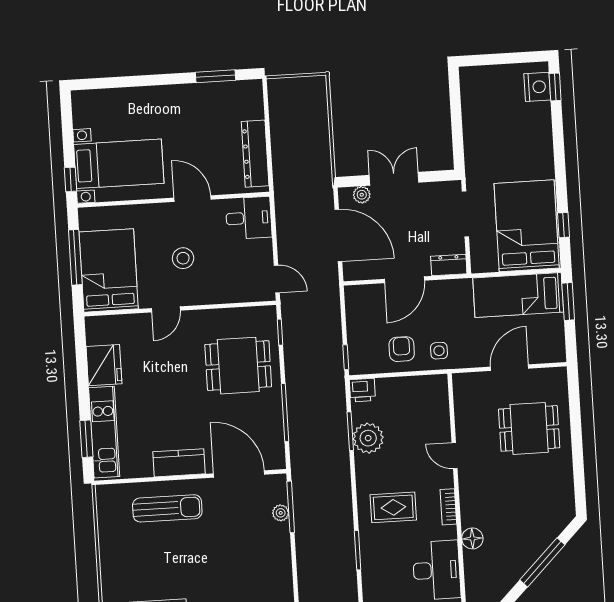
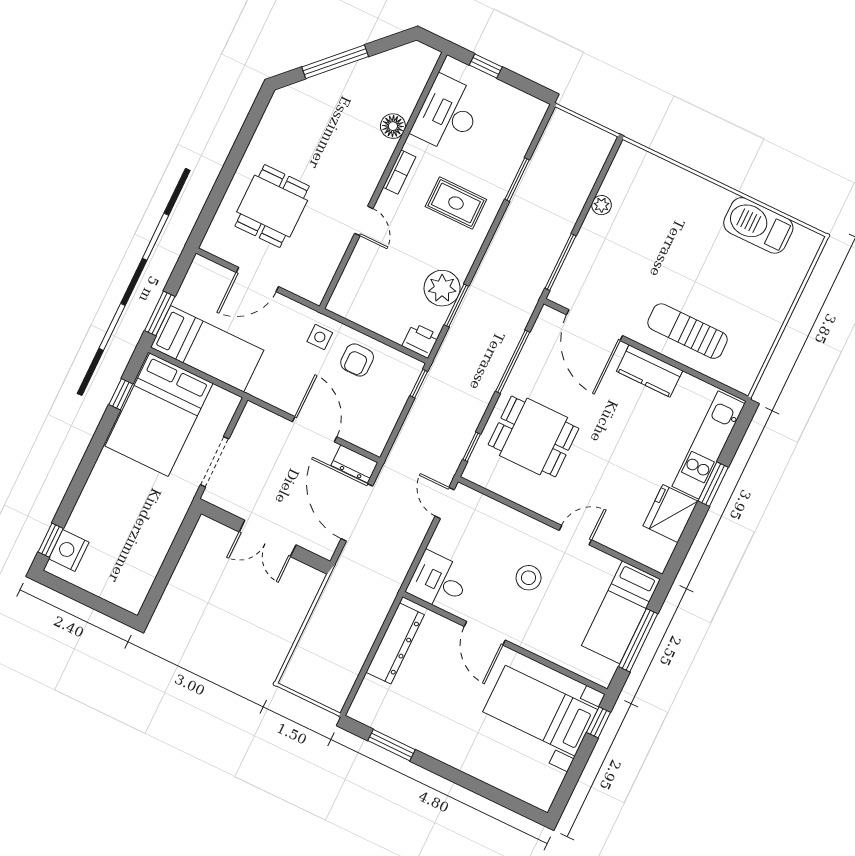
plant: (362, 195) -> (310, 541), removed
dresser: (449, 265) -> (354, 464), moved
bed: (109, 270) -> (621, 612), width x0.67
door: (404, 280) -> (315, 429), hinge flipped
dining table: (529, 428) -> (272, 206), turned 90
window: (86, 439) -> (713, 484), moved
plant: (281, 513) -> (601, 205), moved

